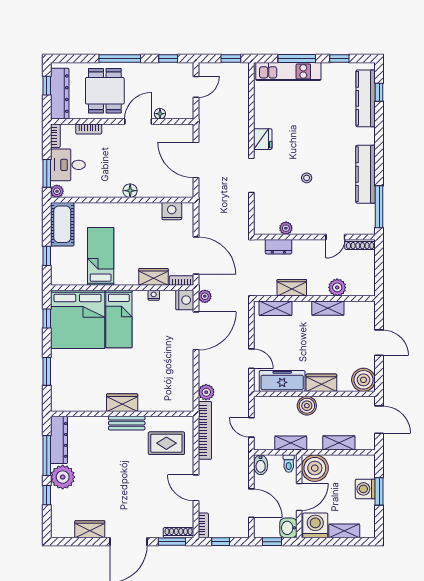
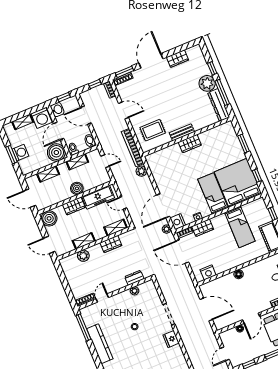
plant: (337, 287) -> (83, 256), moved
wardrobe: (292, 288) -> (111, 244), moved
wall: (314, 298) -> (94, 243), moved
shelving: (275, 308) -> (116, 228), moved
shelving: (328, 308) -> (84, 241), moved

